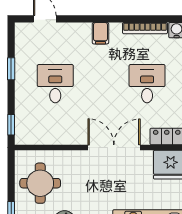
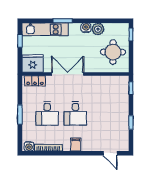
desk: (55, 84) -> (75, 113), moved
double door: (114, 148) -> (68, 74), swing flipped

